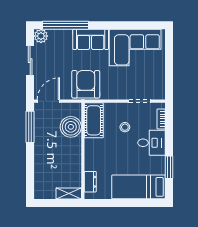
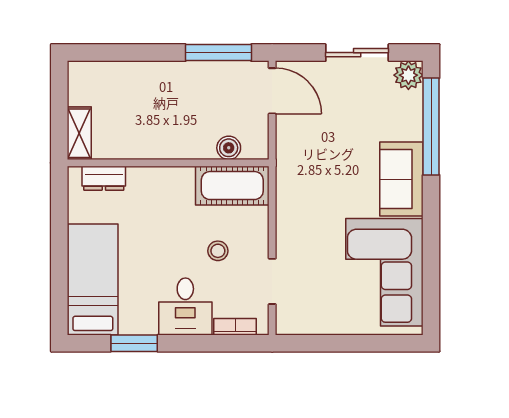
armchair: (86, 84) -> (308, 169), removed
boiler: (71, 127) -> (229, 148), width x0.54, depth x0.54

